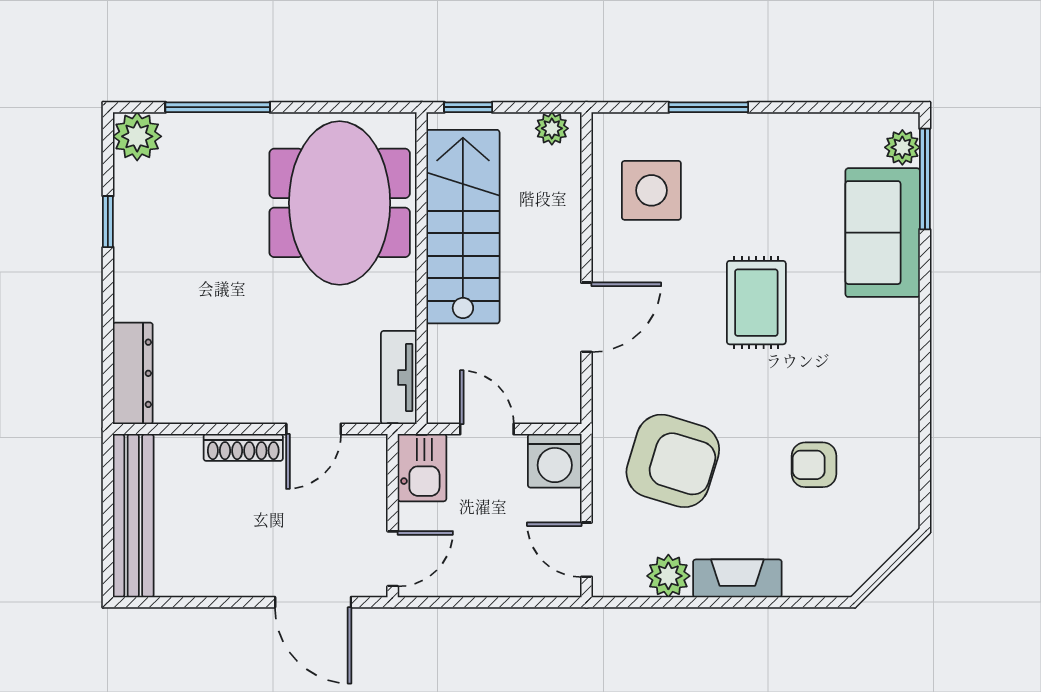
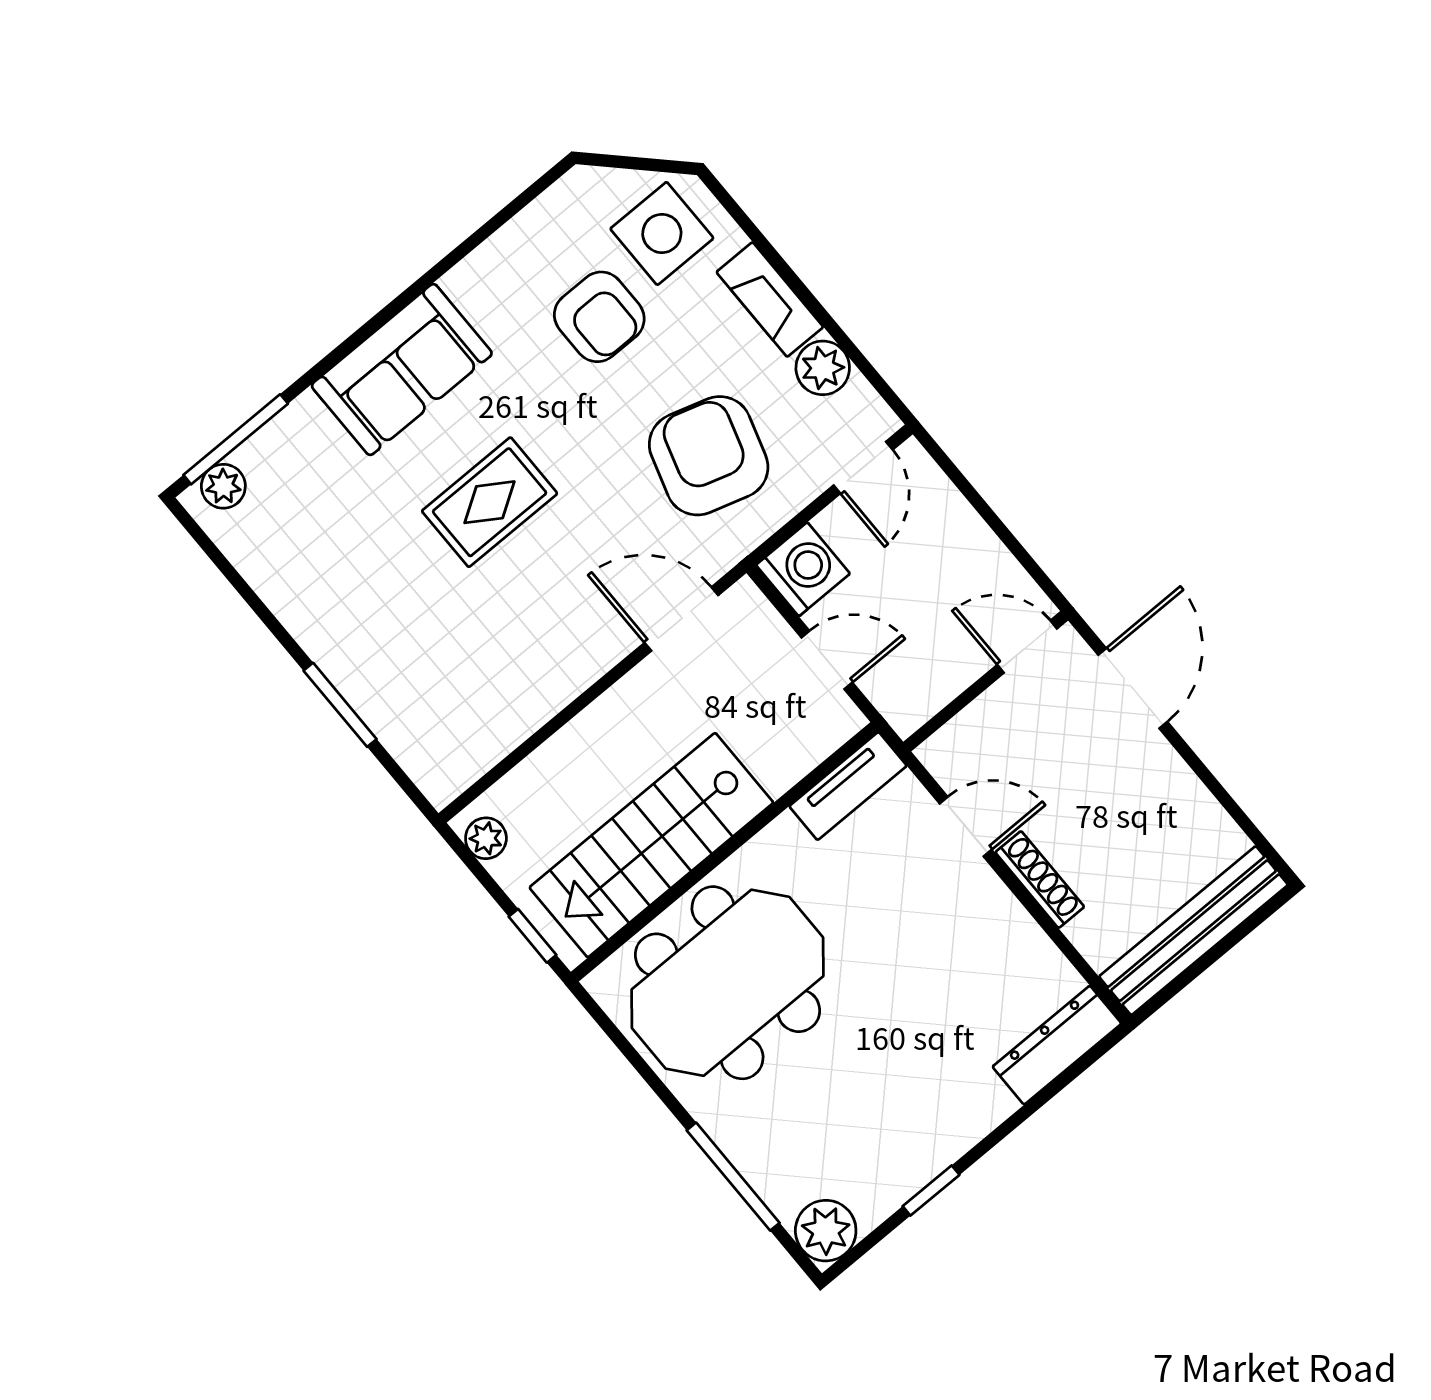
side table: (651, 190) -> (662, 233), moved
sofa: (883, 233) -> (402, 370), moved
door: (587, 317) -> (681, 619), moved
door: (487, 429) -> (827, 660), swing flipped
armchair: (814, 465) -> (599, 317), width x1.38, depth x1.38
kitchen sink: (422, 468) -> (916, 692), removed

